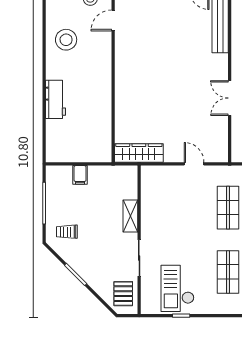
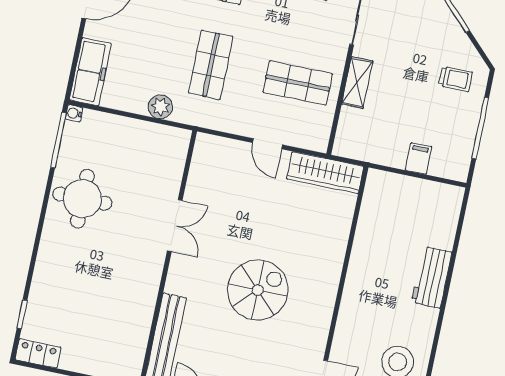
spiral stairs: (167, 67) -> (258, 290), added
door: (194, 164) -> (267, 144), moved
shop shelf: (169, 208) -> (298, 83), added

